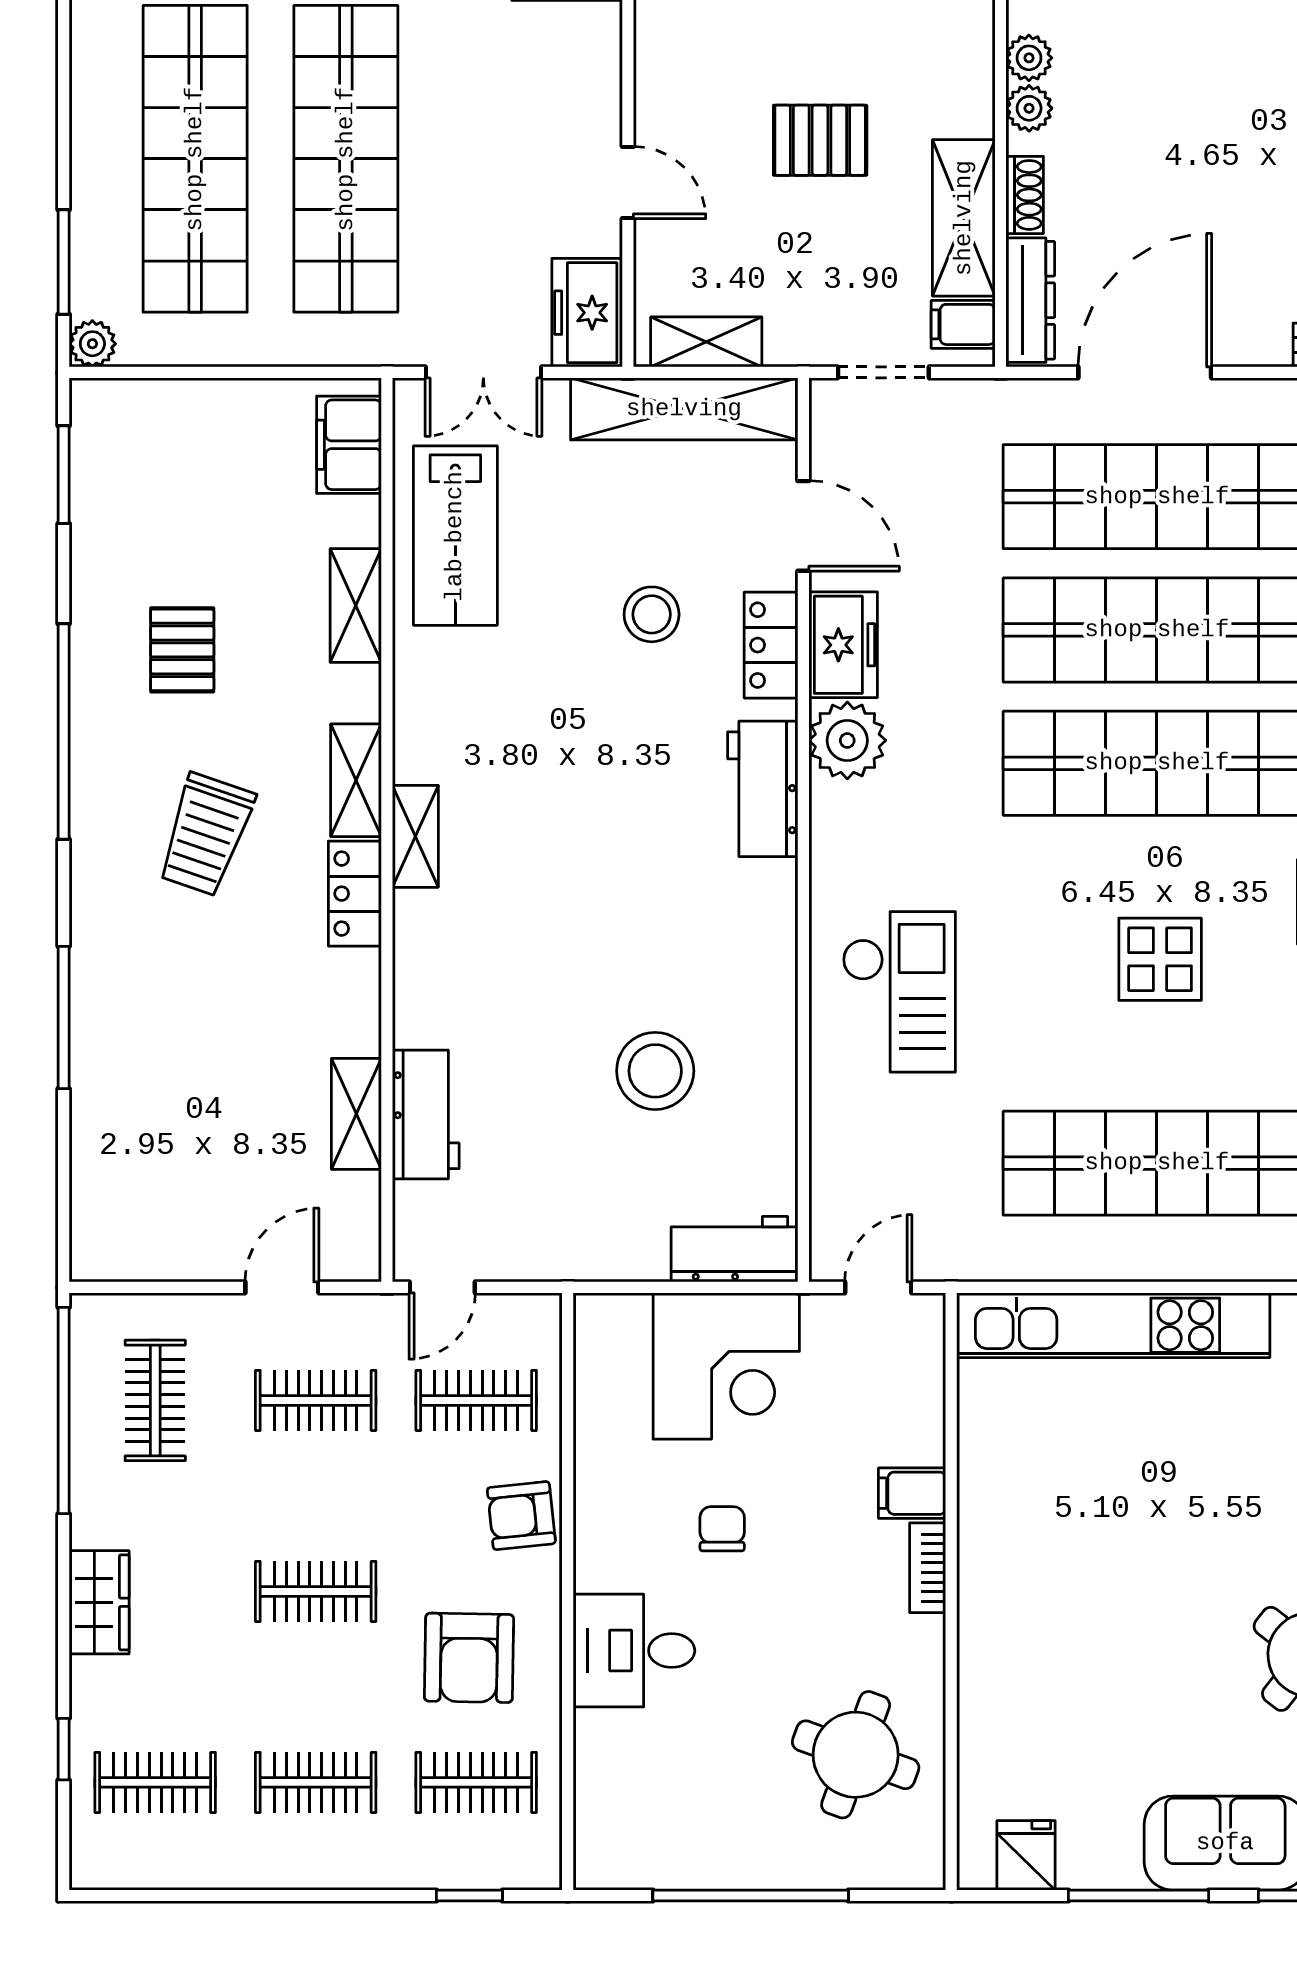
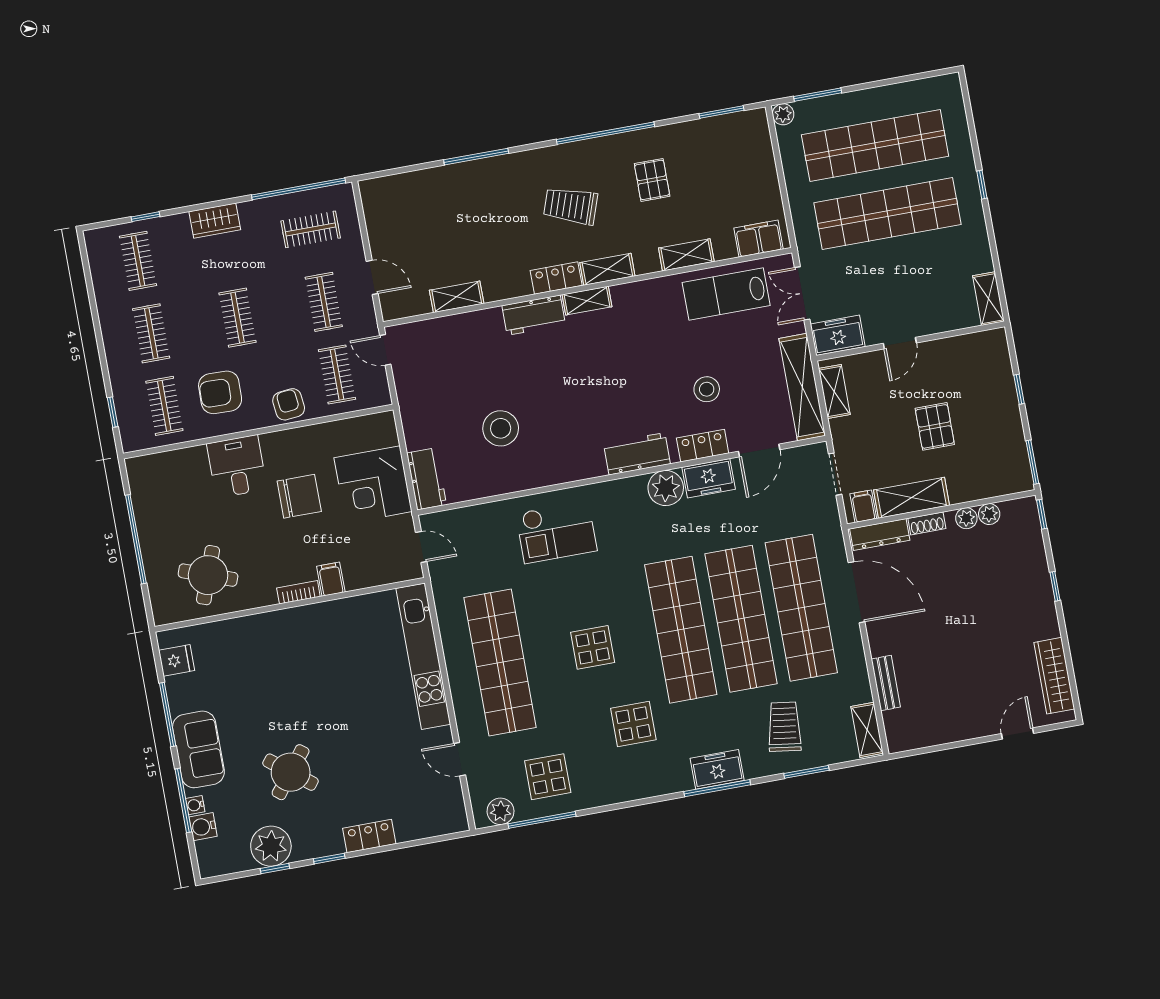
pallet: (182, 650) -> (652, 180), turned 90
workbench: (426, 1115) -> (534, 315), moved
chair: (722, 1529) -> (299, 496), width x1.87, depth x1.87

